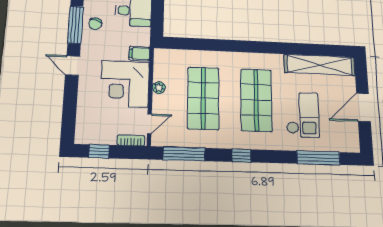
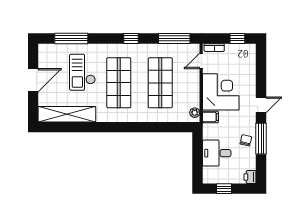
door: (73, 65) -> (261, 105), hinge flipped
plant: (159, 88) -> (195, 113), moved

